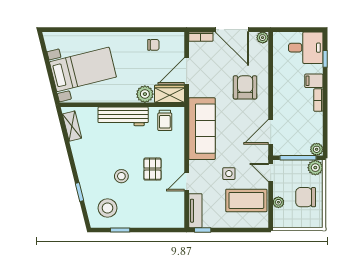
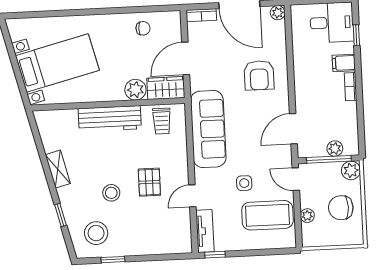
armchair: (245, 87) -> (259, 75), turned 180
shelving: (72, 126) -> (58, 169), moved
plant: (317, 149) -> (335, 149), moved

